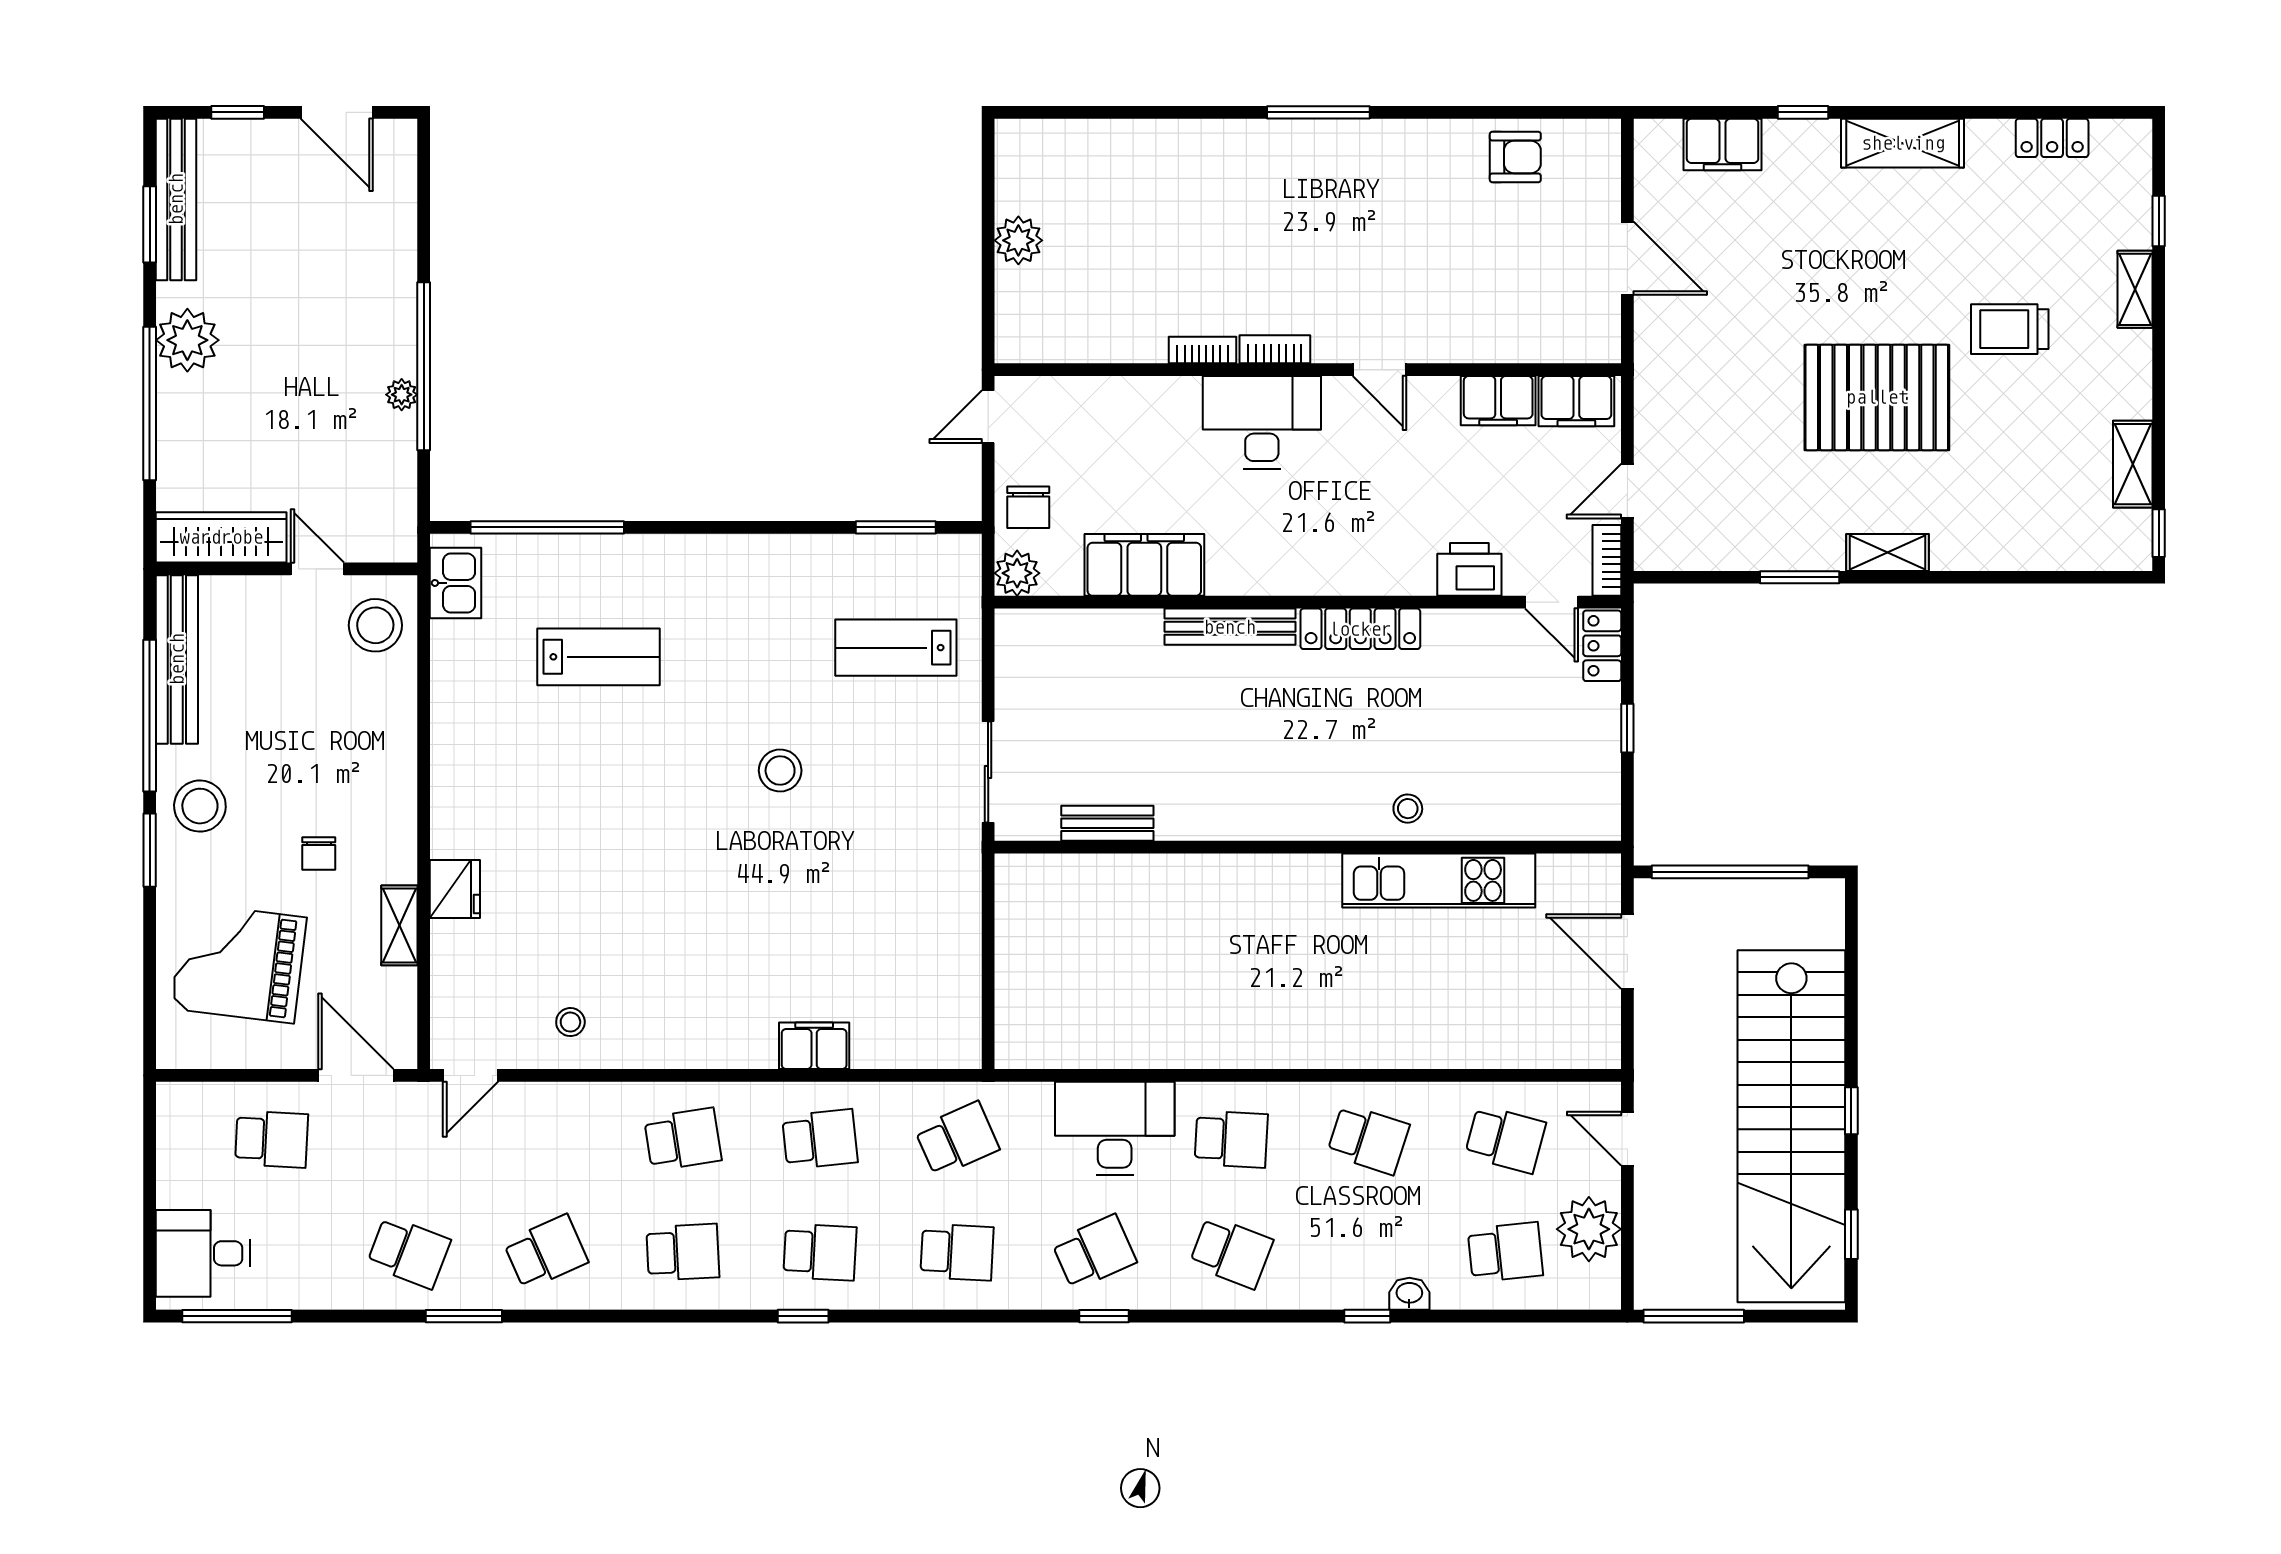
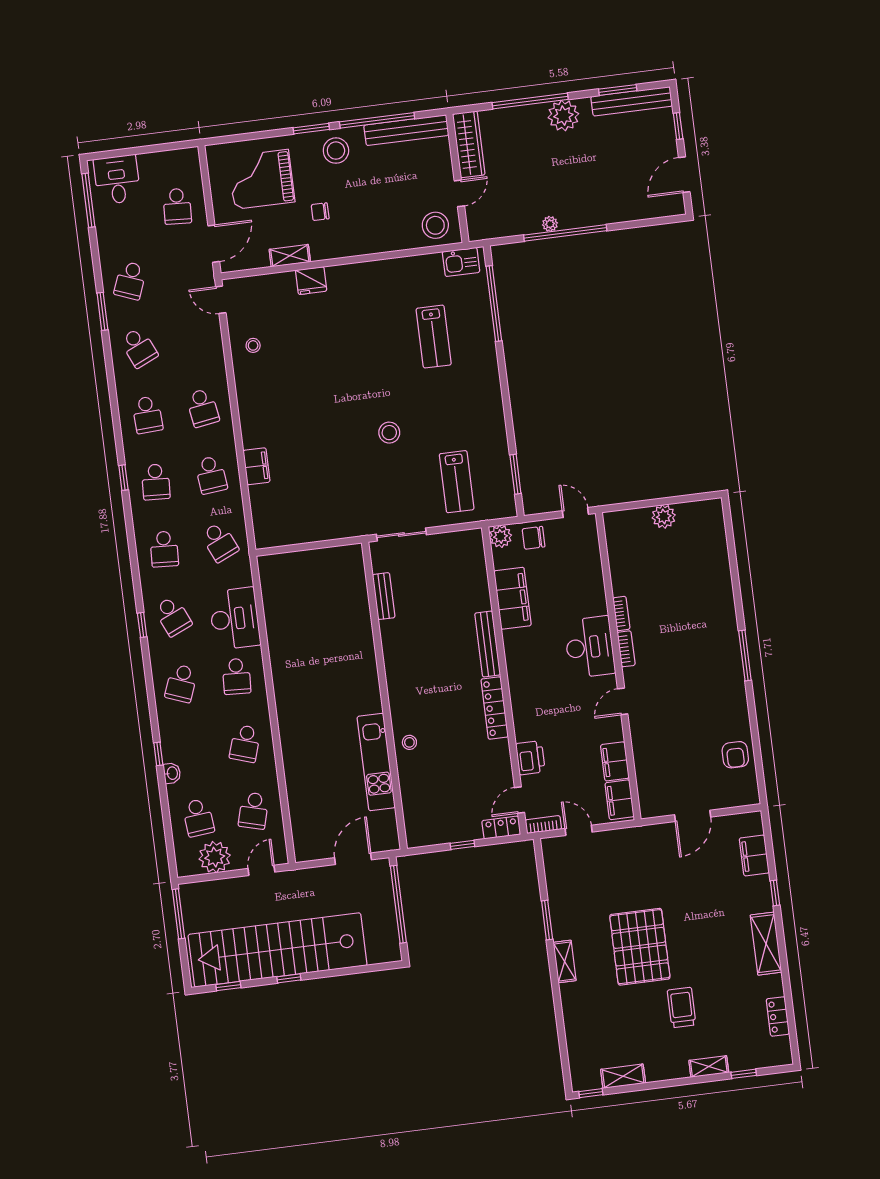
lab bench: (896, 648) -> (457, 482), turned 180
grand piano: (239, 963) -> (261, 179), turned -97

